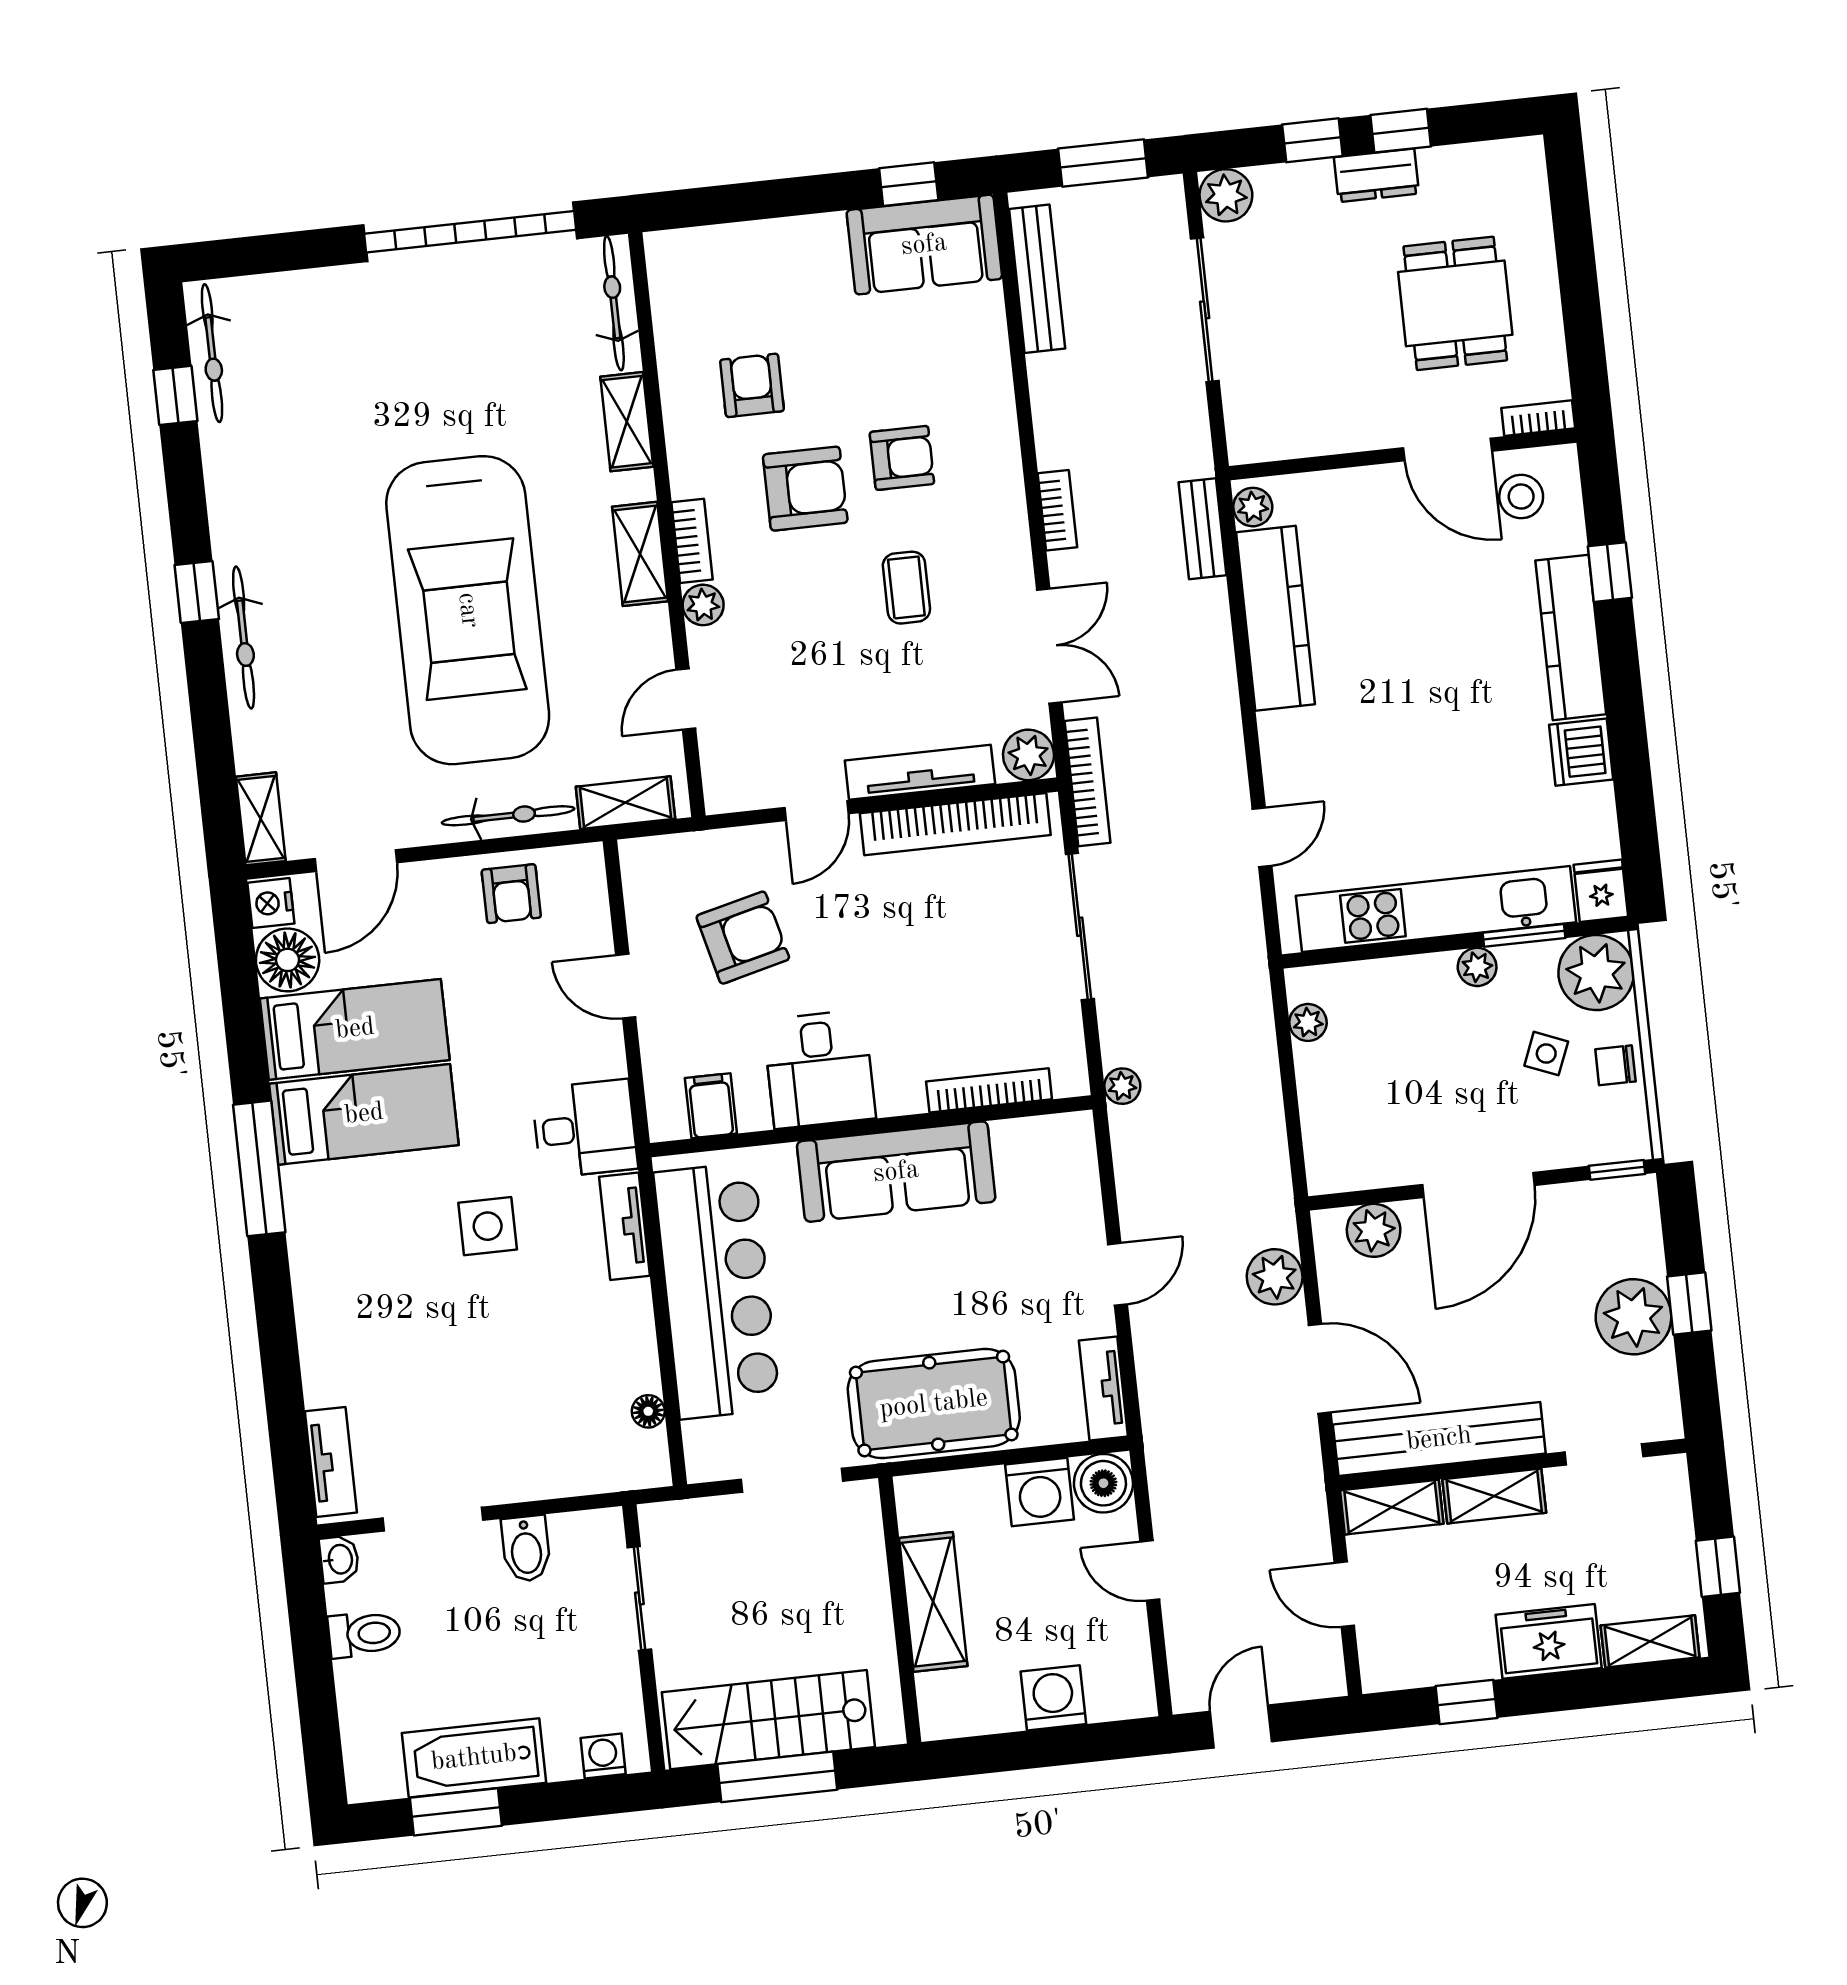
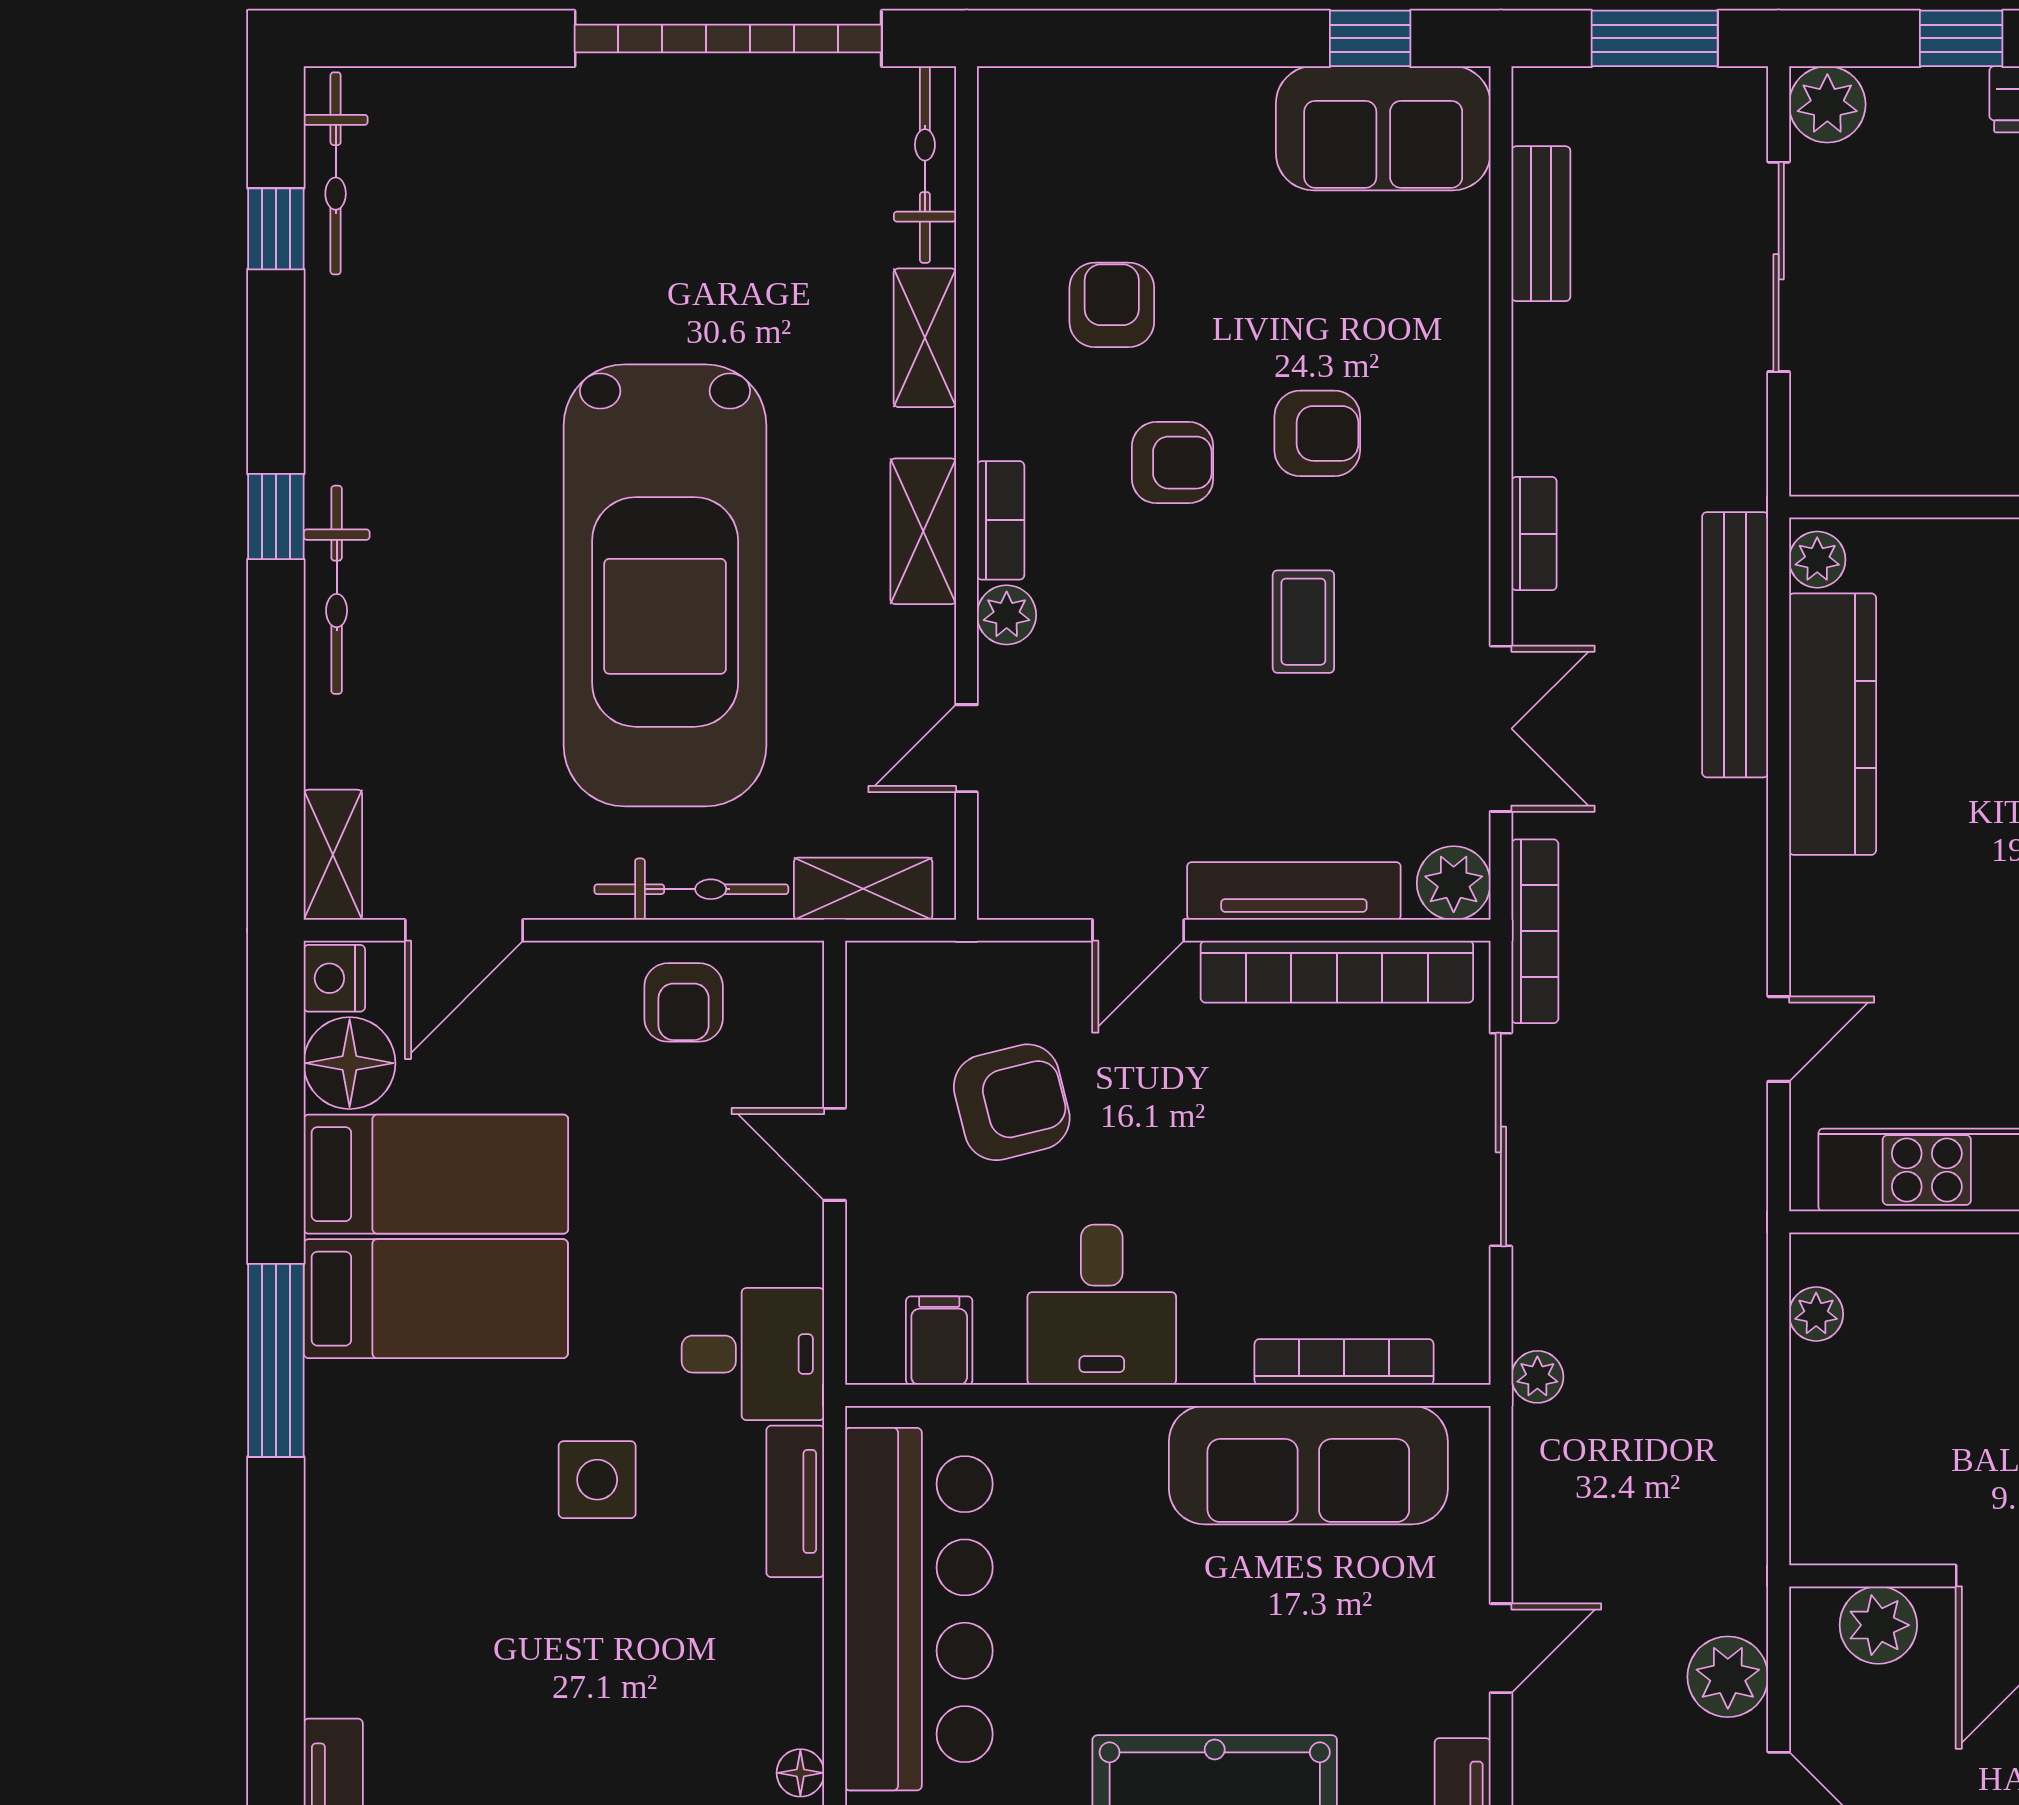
bench: (1037, 279) -> (1541, 224), width x0.73
armchair: (805, 489) -> (1173, 463), width x0.72, depth x0.72
bench: (1203, 529) -> (1735, 645), width x1.86, depth x1.21
sofa: (896, 1172) -> (1308, 1465), moved

